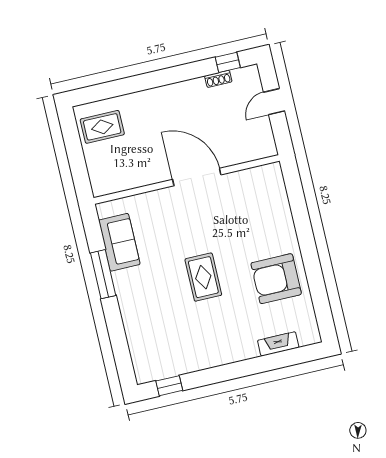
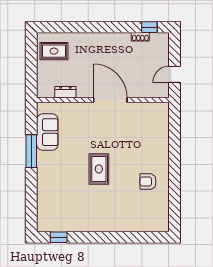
door: (274, 102) -> (175, 74), moved
dresser: (132, 181) -> (65, 92), added
armchair: (276, 279) -> (148, 182), width x0.53, depth x0.53
fireplace: (278, 344) -> (139, 226), removed

